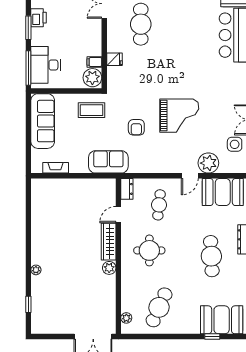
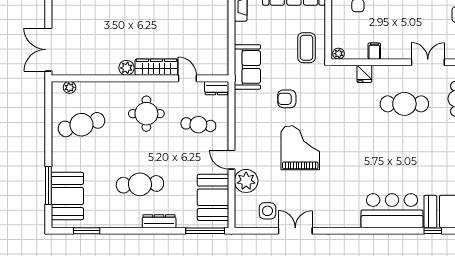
filing cabinet: (94, 62) -> (374, 51), moved
plant: (92, 78) -> (339, 54), width x0.53, depth x0.53
grand piano: (179, 116) -> (300, 148), turned 180
cafe table: (159, 307) -> (81, 125), turned -39
window: (212, 336) -> (48, 185), width x2.17

